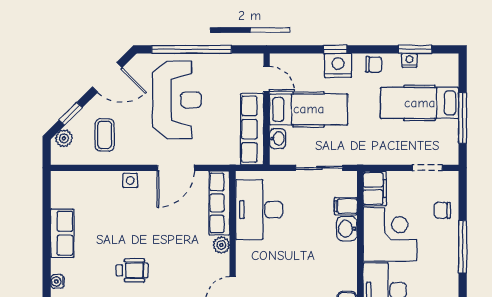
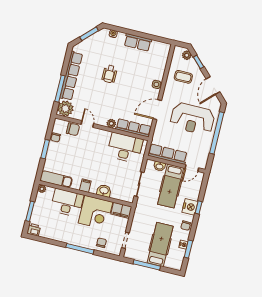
door: (176, 168) -> (157, 110), hinge flipped
filing cabinet: (346, 206) -> (85, 186), moved

